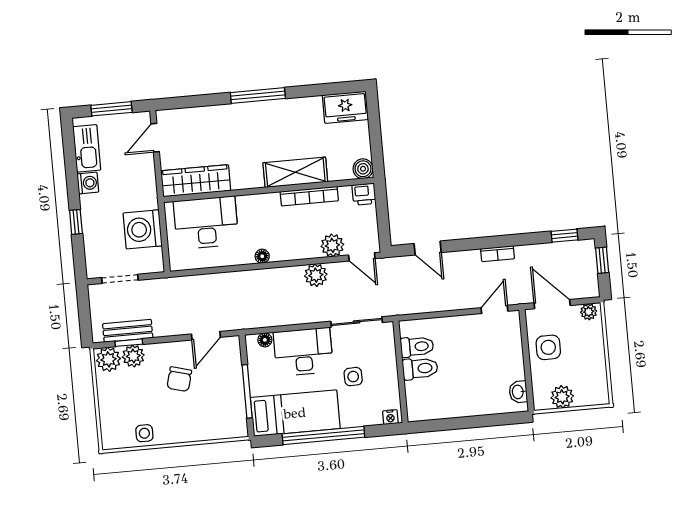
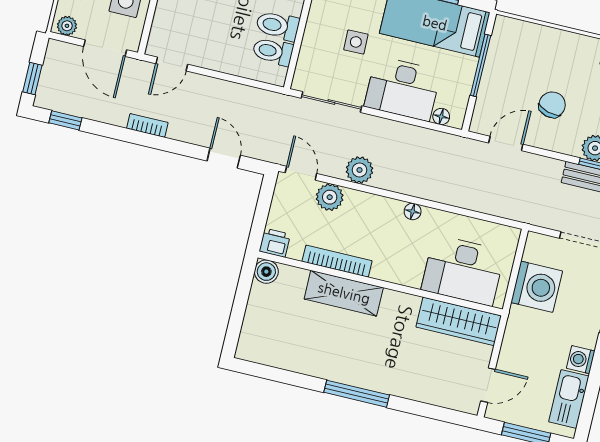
freezer: (345, 107) -> (263, 347), removed

